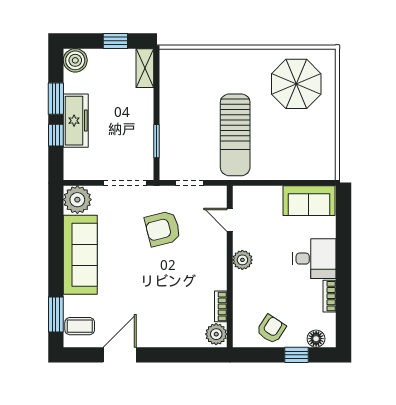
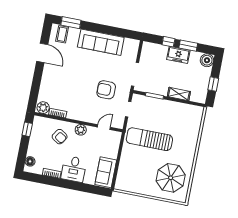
shelving: (145, 68) -> (179, 94), moved
freezer: (76, 121) -> (178, 55), width x0.71
plant: (77, 200) -> (131, 46), removed
armchair: (163, 229) -> (106, 90), turned -76
armchair: (271, 329) -> (60, 137), moved
window: (297, 355) -> (27, 129), moved

